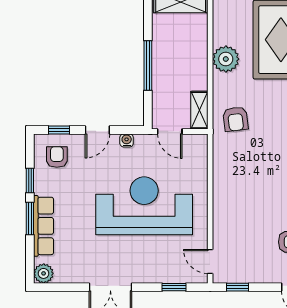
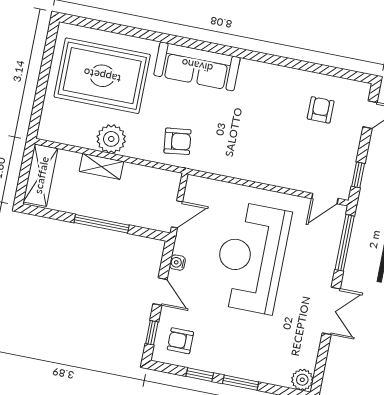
shelving: (199, 110) -> (101, 166), moved
row of seats: (44, 226) -> (251, 370), removed
window: (174, 287) -> (345, 243), width x2.17

